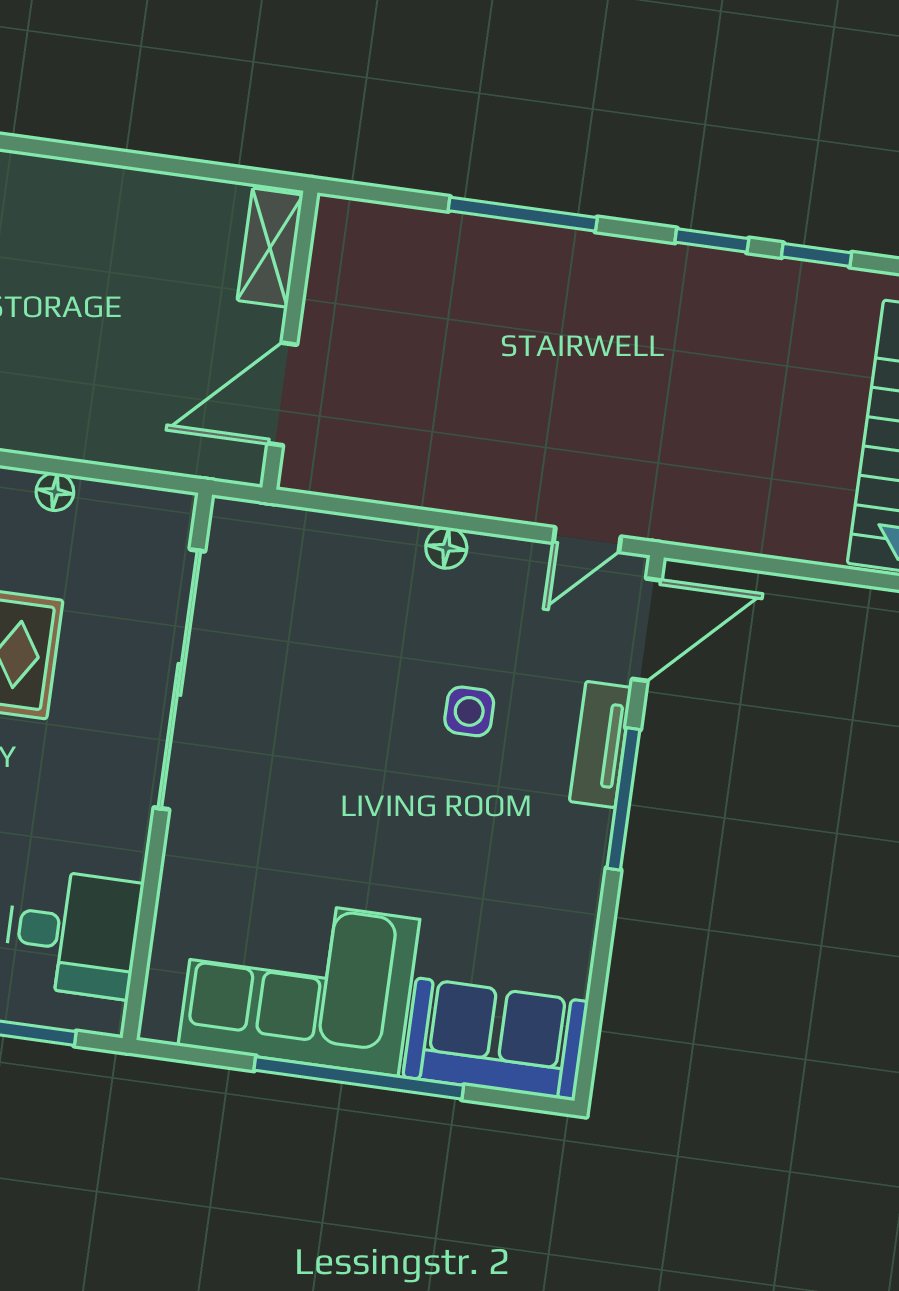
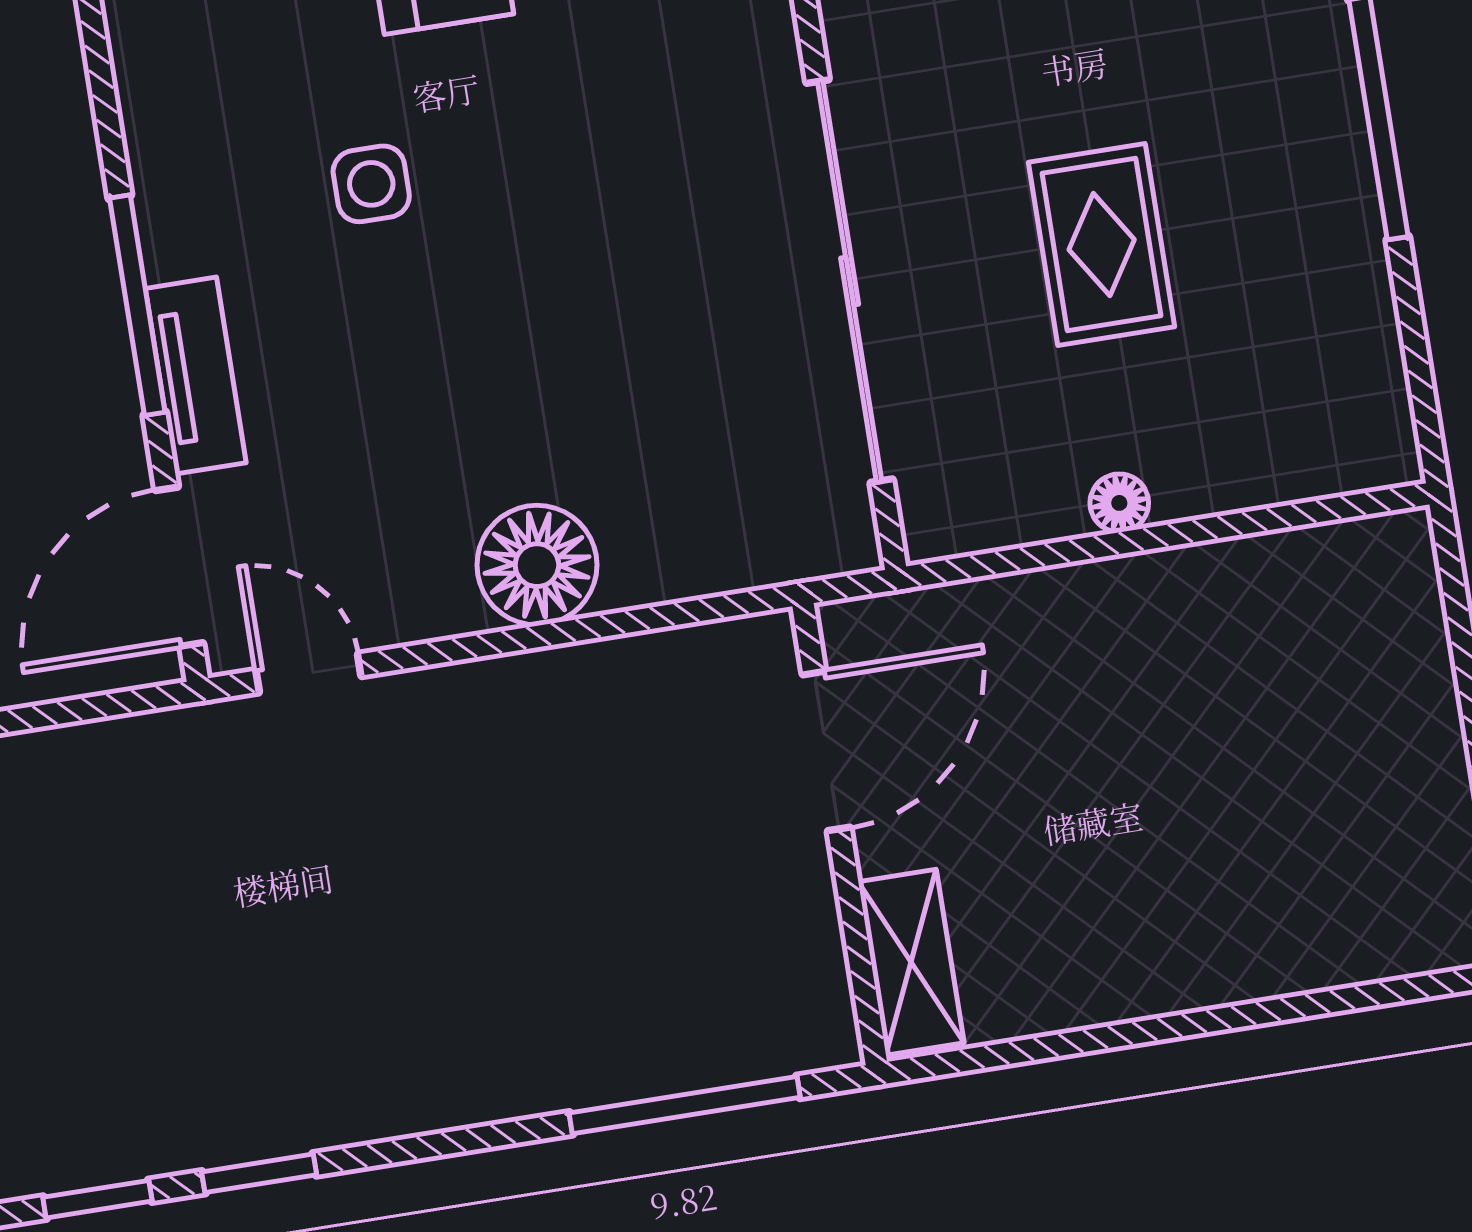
window: (523, 214) -> (685, 1105), moved
door: (587, 540) -> (308, 673), hinge flipped
floor lamp: (446, 548) -> (537, 565), width x1.89, depth x1.89
side table: (469, 711) -> (371, 184), moved

